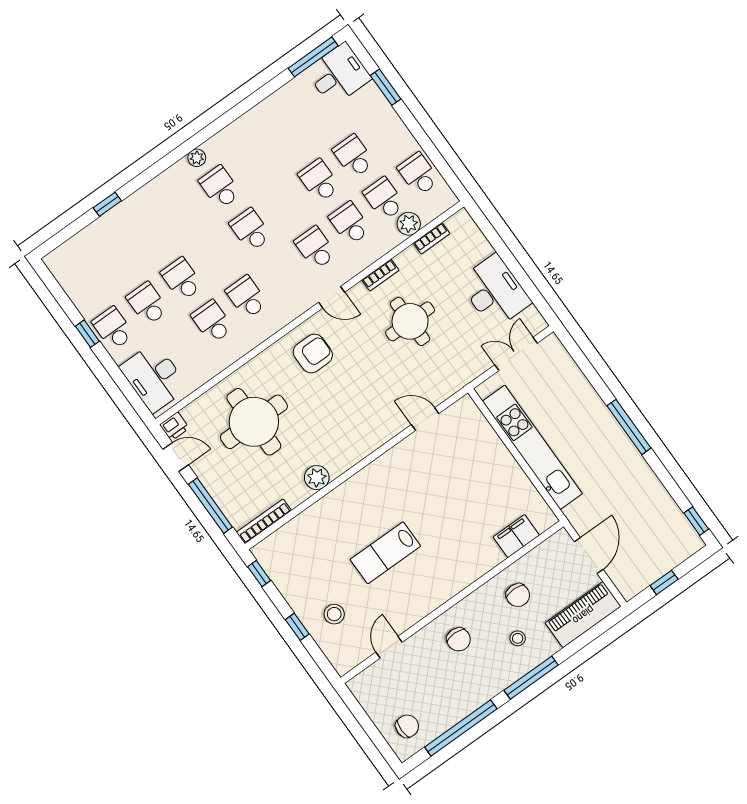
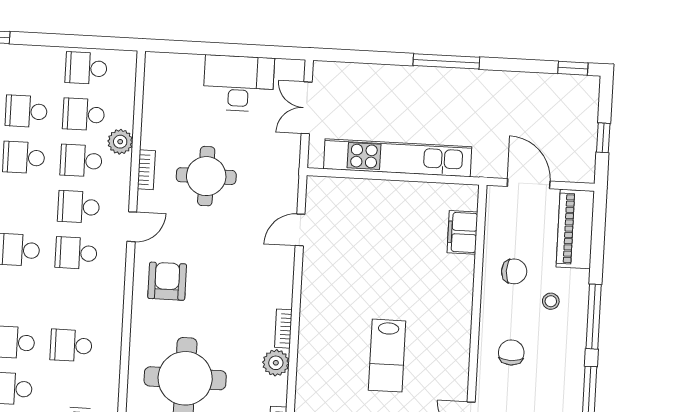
plant: (409, 224) -> (120, 142), moved
bookcase: (432, 238) -> (283, 329), moved, turned 180
school desk: (247, 297) -> (76, 253), moved
chair: (459, 639) -> (511, 352), turned -90

